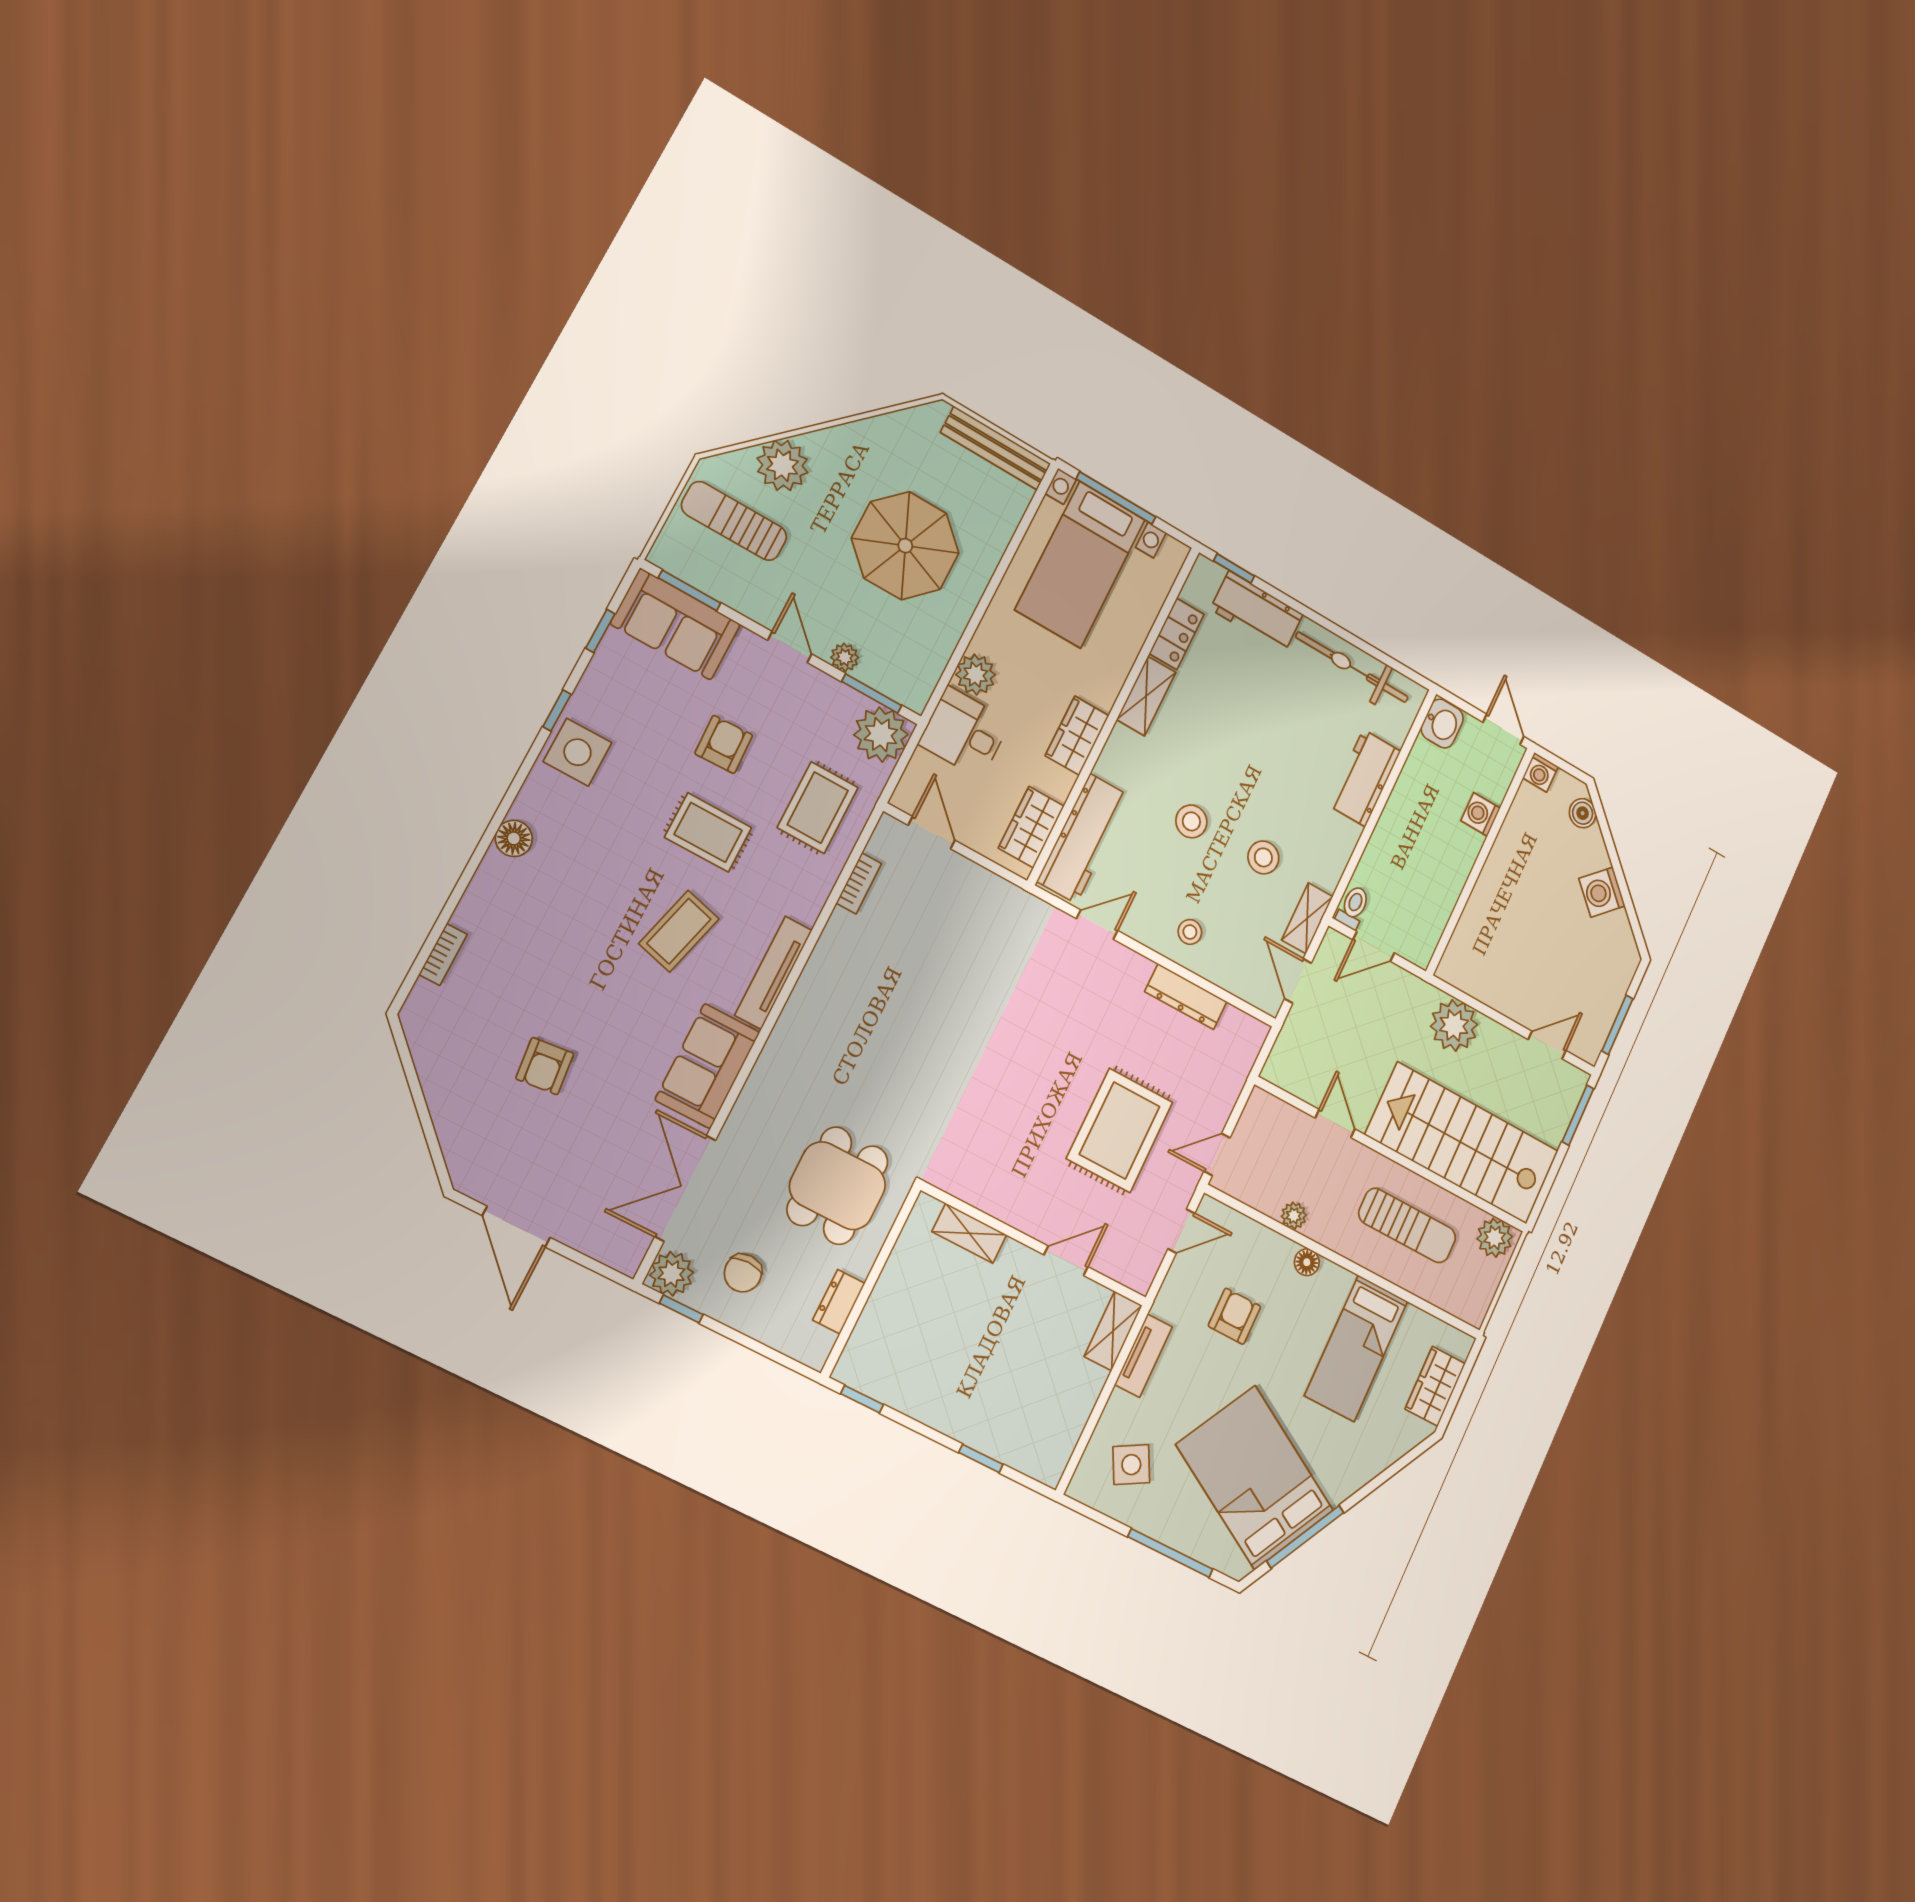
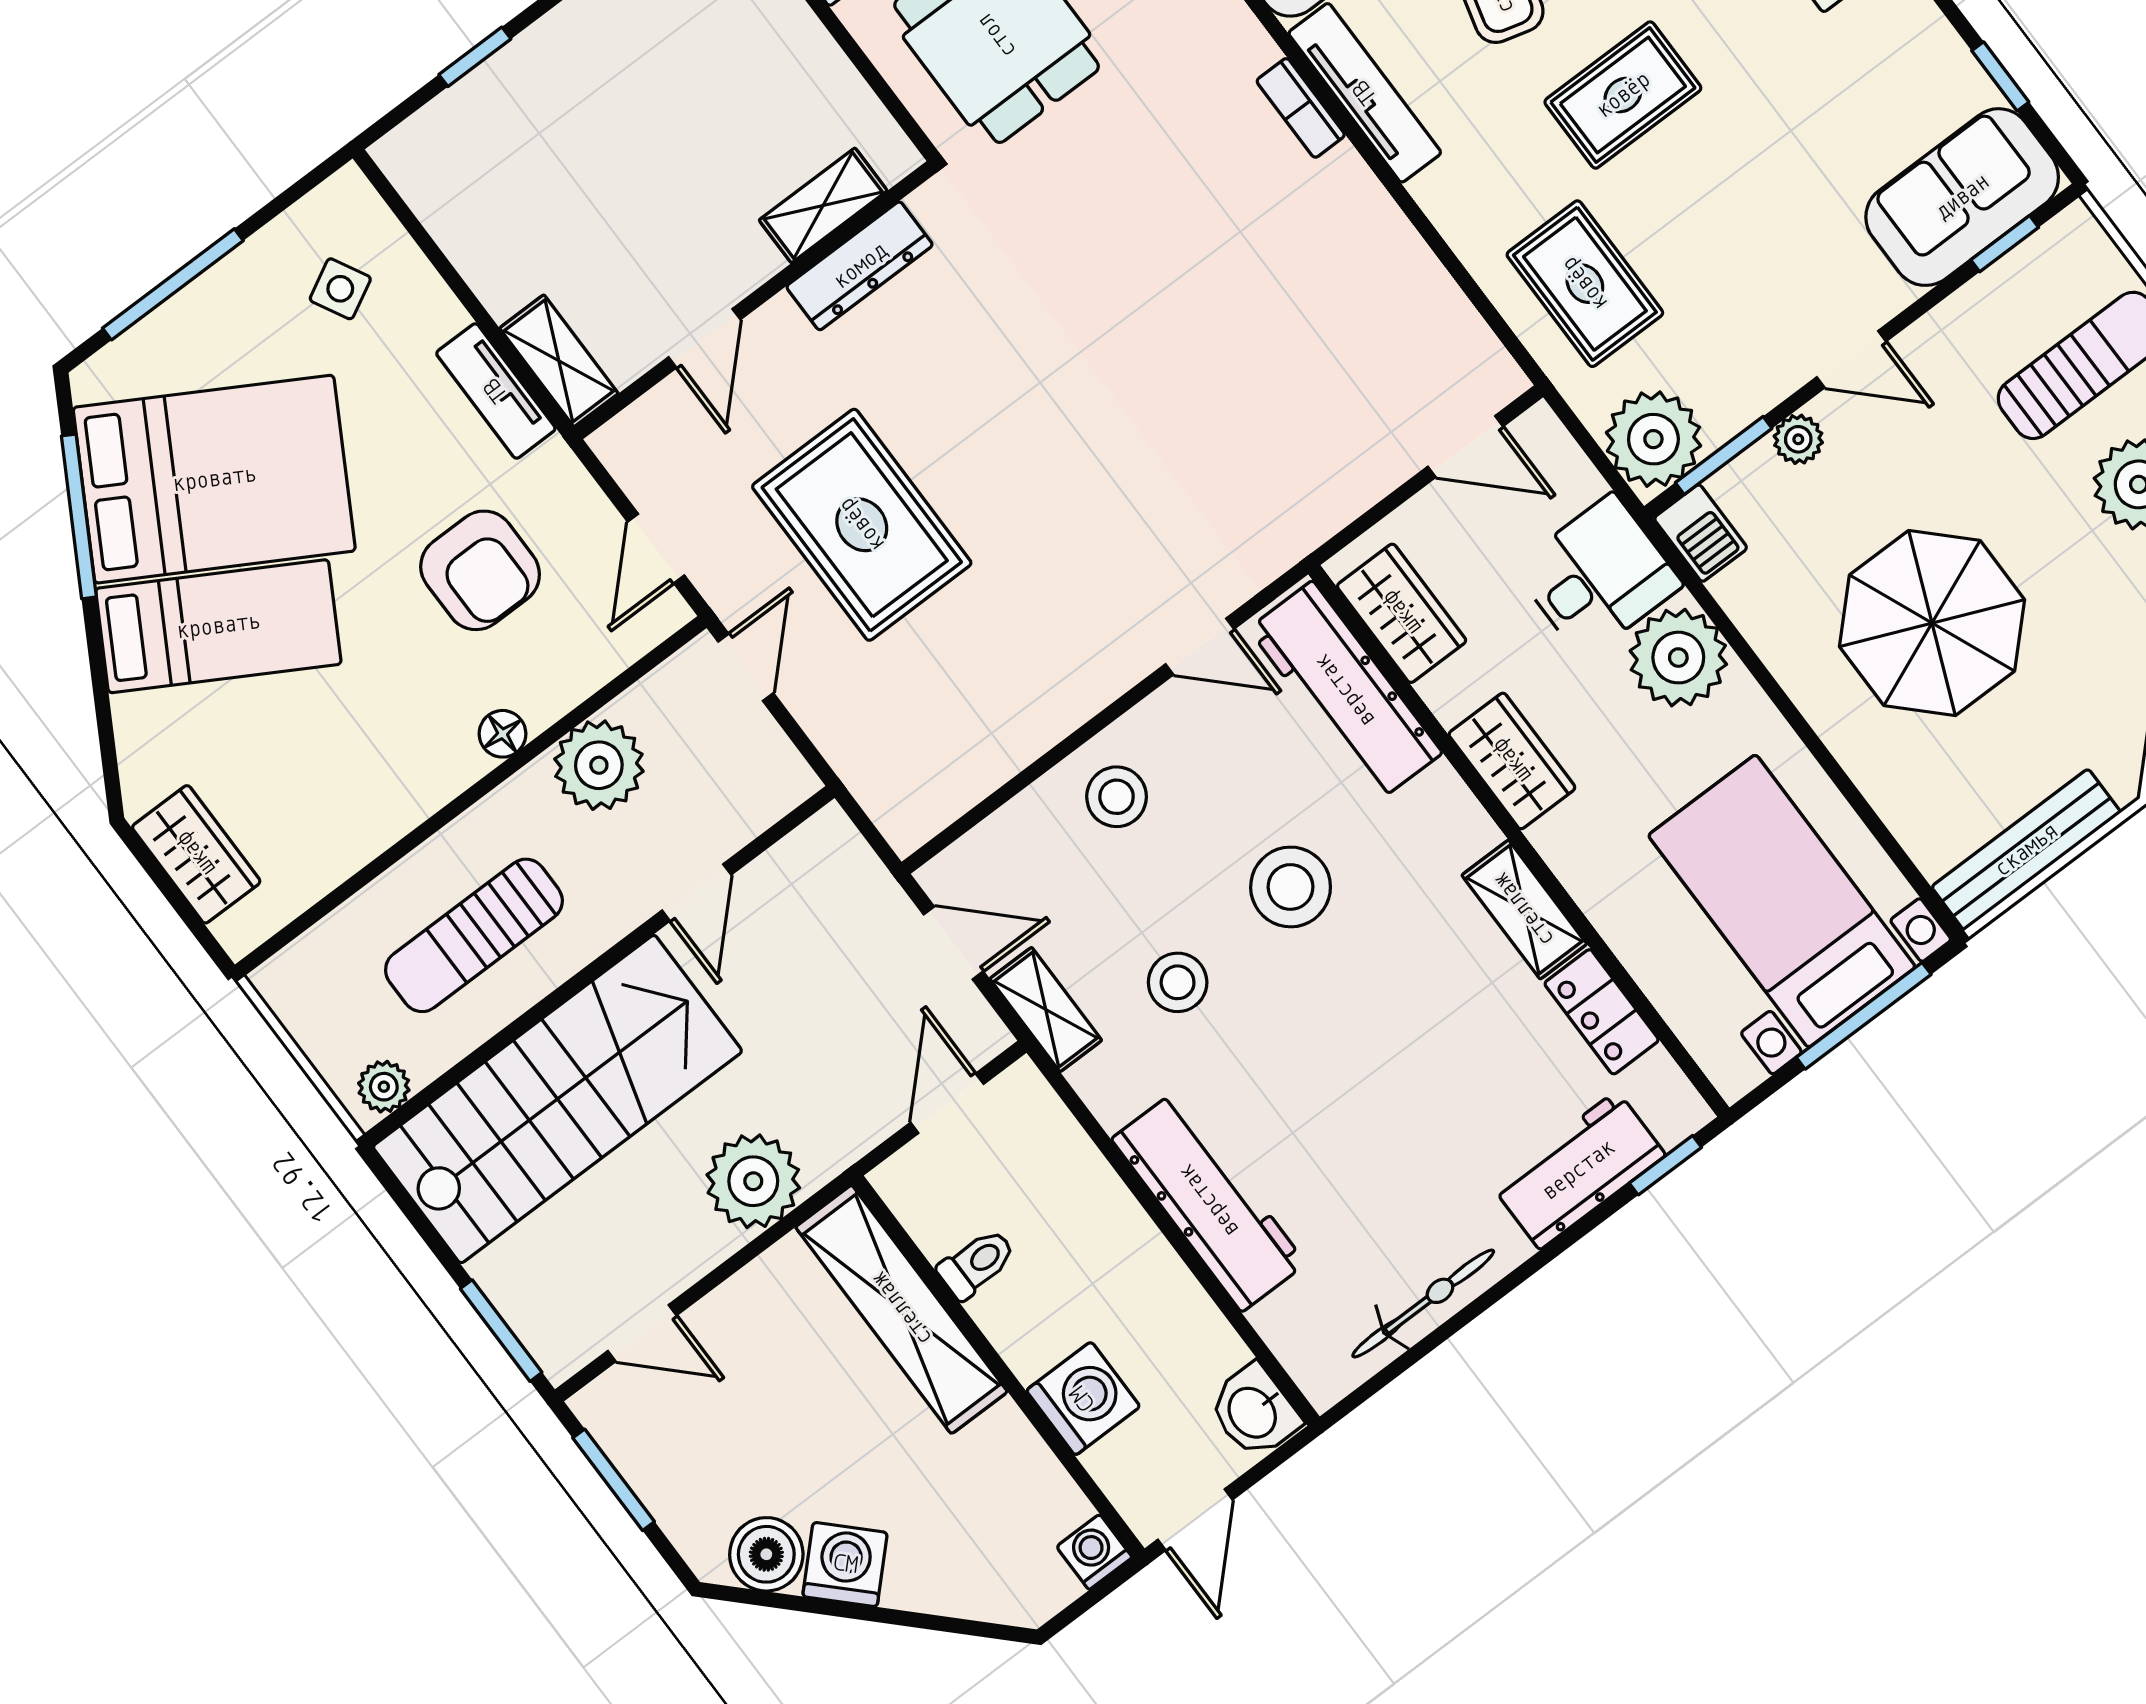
window: (690, 590) -> (2005, 244), width x0.67
bicycle: (1352, 667) -> (1423, 1304), width x0.73, depth x0.71
plant: (976, 675) -> (1678, 658), width x1.36, depth x1.36
barbecue: (917, 688) -> (1701, 533), added
door: (1503, 729) -> (1195, 1520), hinge flipped
armchair: (724, 744) -> (1746, 184), removed
workbench: (1364, 778) -> (1209, 1201), width x1.38
boiler: (1583, 813) -> (766, 1554), moved, width x1.36, depth x1.36
washing machine: (1480, 814) -> (1083, 1399), width x1.38, depth x1.38
stool: (1191, 821) -> (1291, 887), width x1.38, depth x1.38
bookcase: (859, 883) -> (1301, 108), moved
toilet: (1353, 907) -> (977, 1264), moved, turned -90
shelving: (1477, 922) -> (902, 1309), added
door: (1097, 925) -> (1200, 647), hinge flipped
stool: (1190, 932) -> (1117, 797), width x1.37, depth x1.37
dresser: (1186, 997) -> (860, 266), moved, turned 180
door: (1547, 1045) -> (642, 1333), hinge flipped
door: (1335, 1124) -> (697, 892), hinge flipped
plant: (1294, 1216) -> (599, 765), width x1.88, depth x1.88
plant: (1495, 1238) -> (384, 1087), width x0.73, depth x0.73
armchair: (1234, 1316) -> (480, 570), width x1.38, depth x1.38
bed: (1356, 1348) -> (218, 626), moved, turned 120
side table: (1131, 1465) -> (340, 289), width x0.73, depth x0.73

